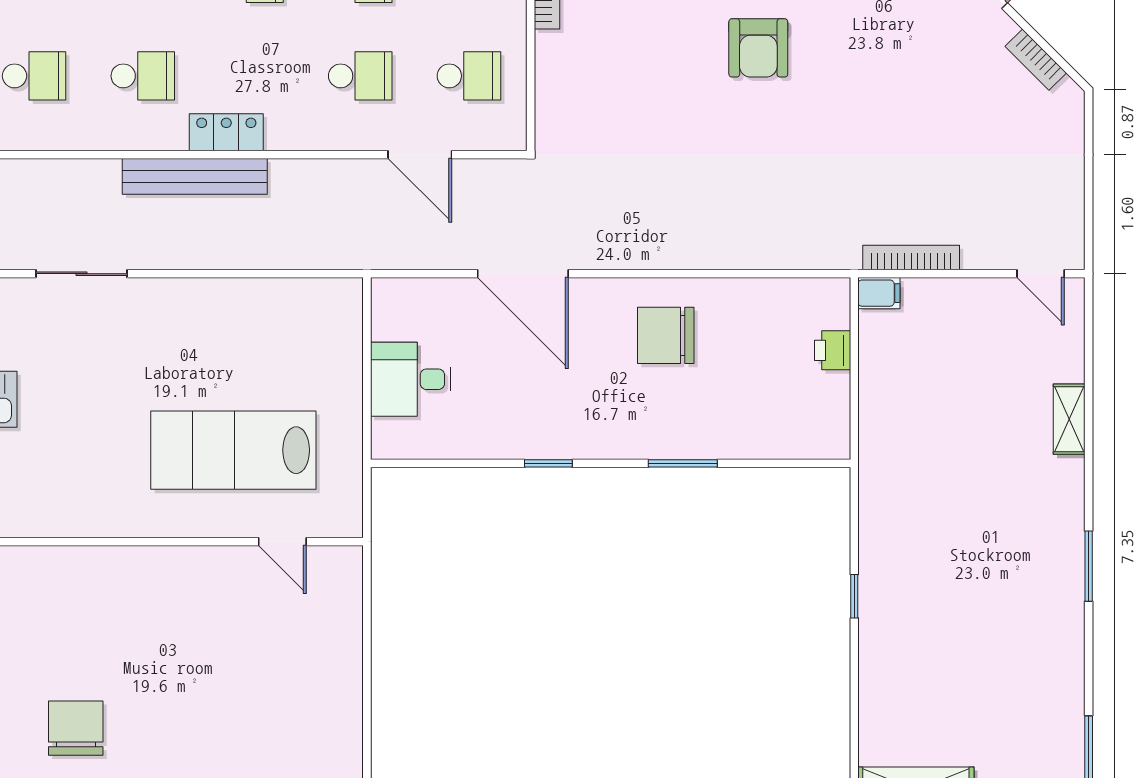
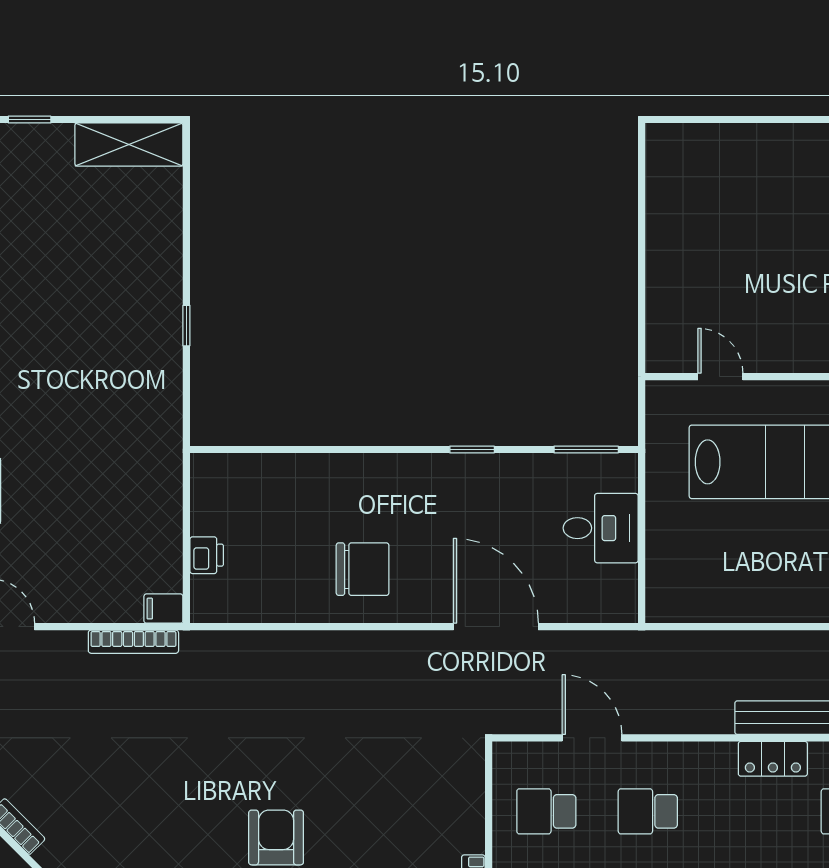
window: (683, 463) -> (586, 450), moved

